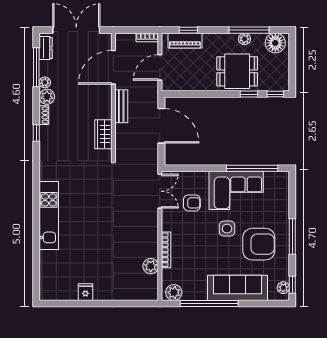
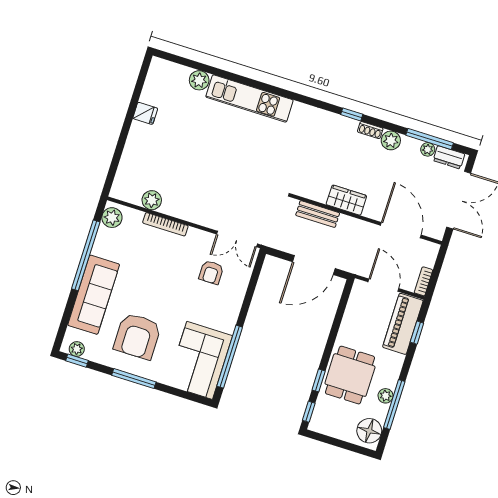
piano: (185, 41) -> (403, 324), width x1.37, depth x1.33
plant: (45, 82) -> (428, 149), moved
bench: (121, 106) -> (318, 214), moved
wardrobe: (103, 134) -> (346, 200), moved
corner sofa: (236, 190) -> (200, 360), moved
side table: (227, 229) -> (168, 304), removed
plant: (47, 259) -> (199, 80), added

